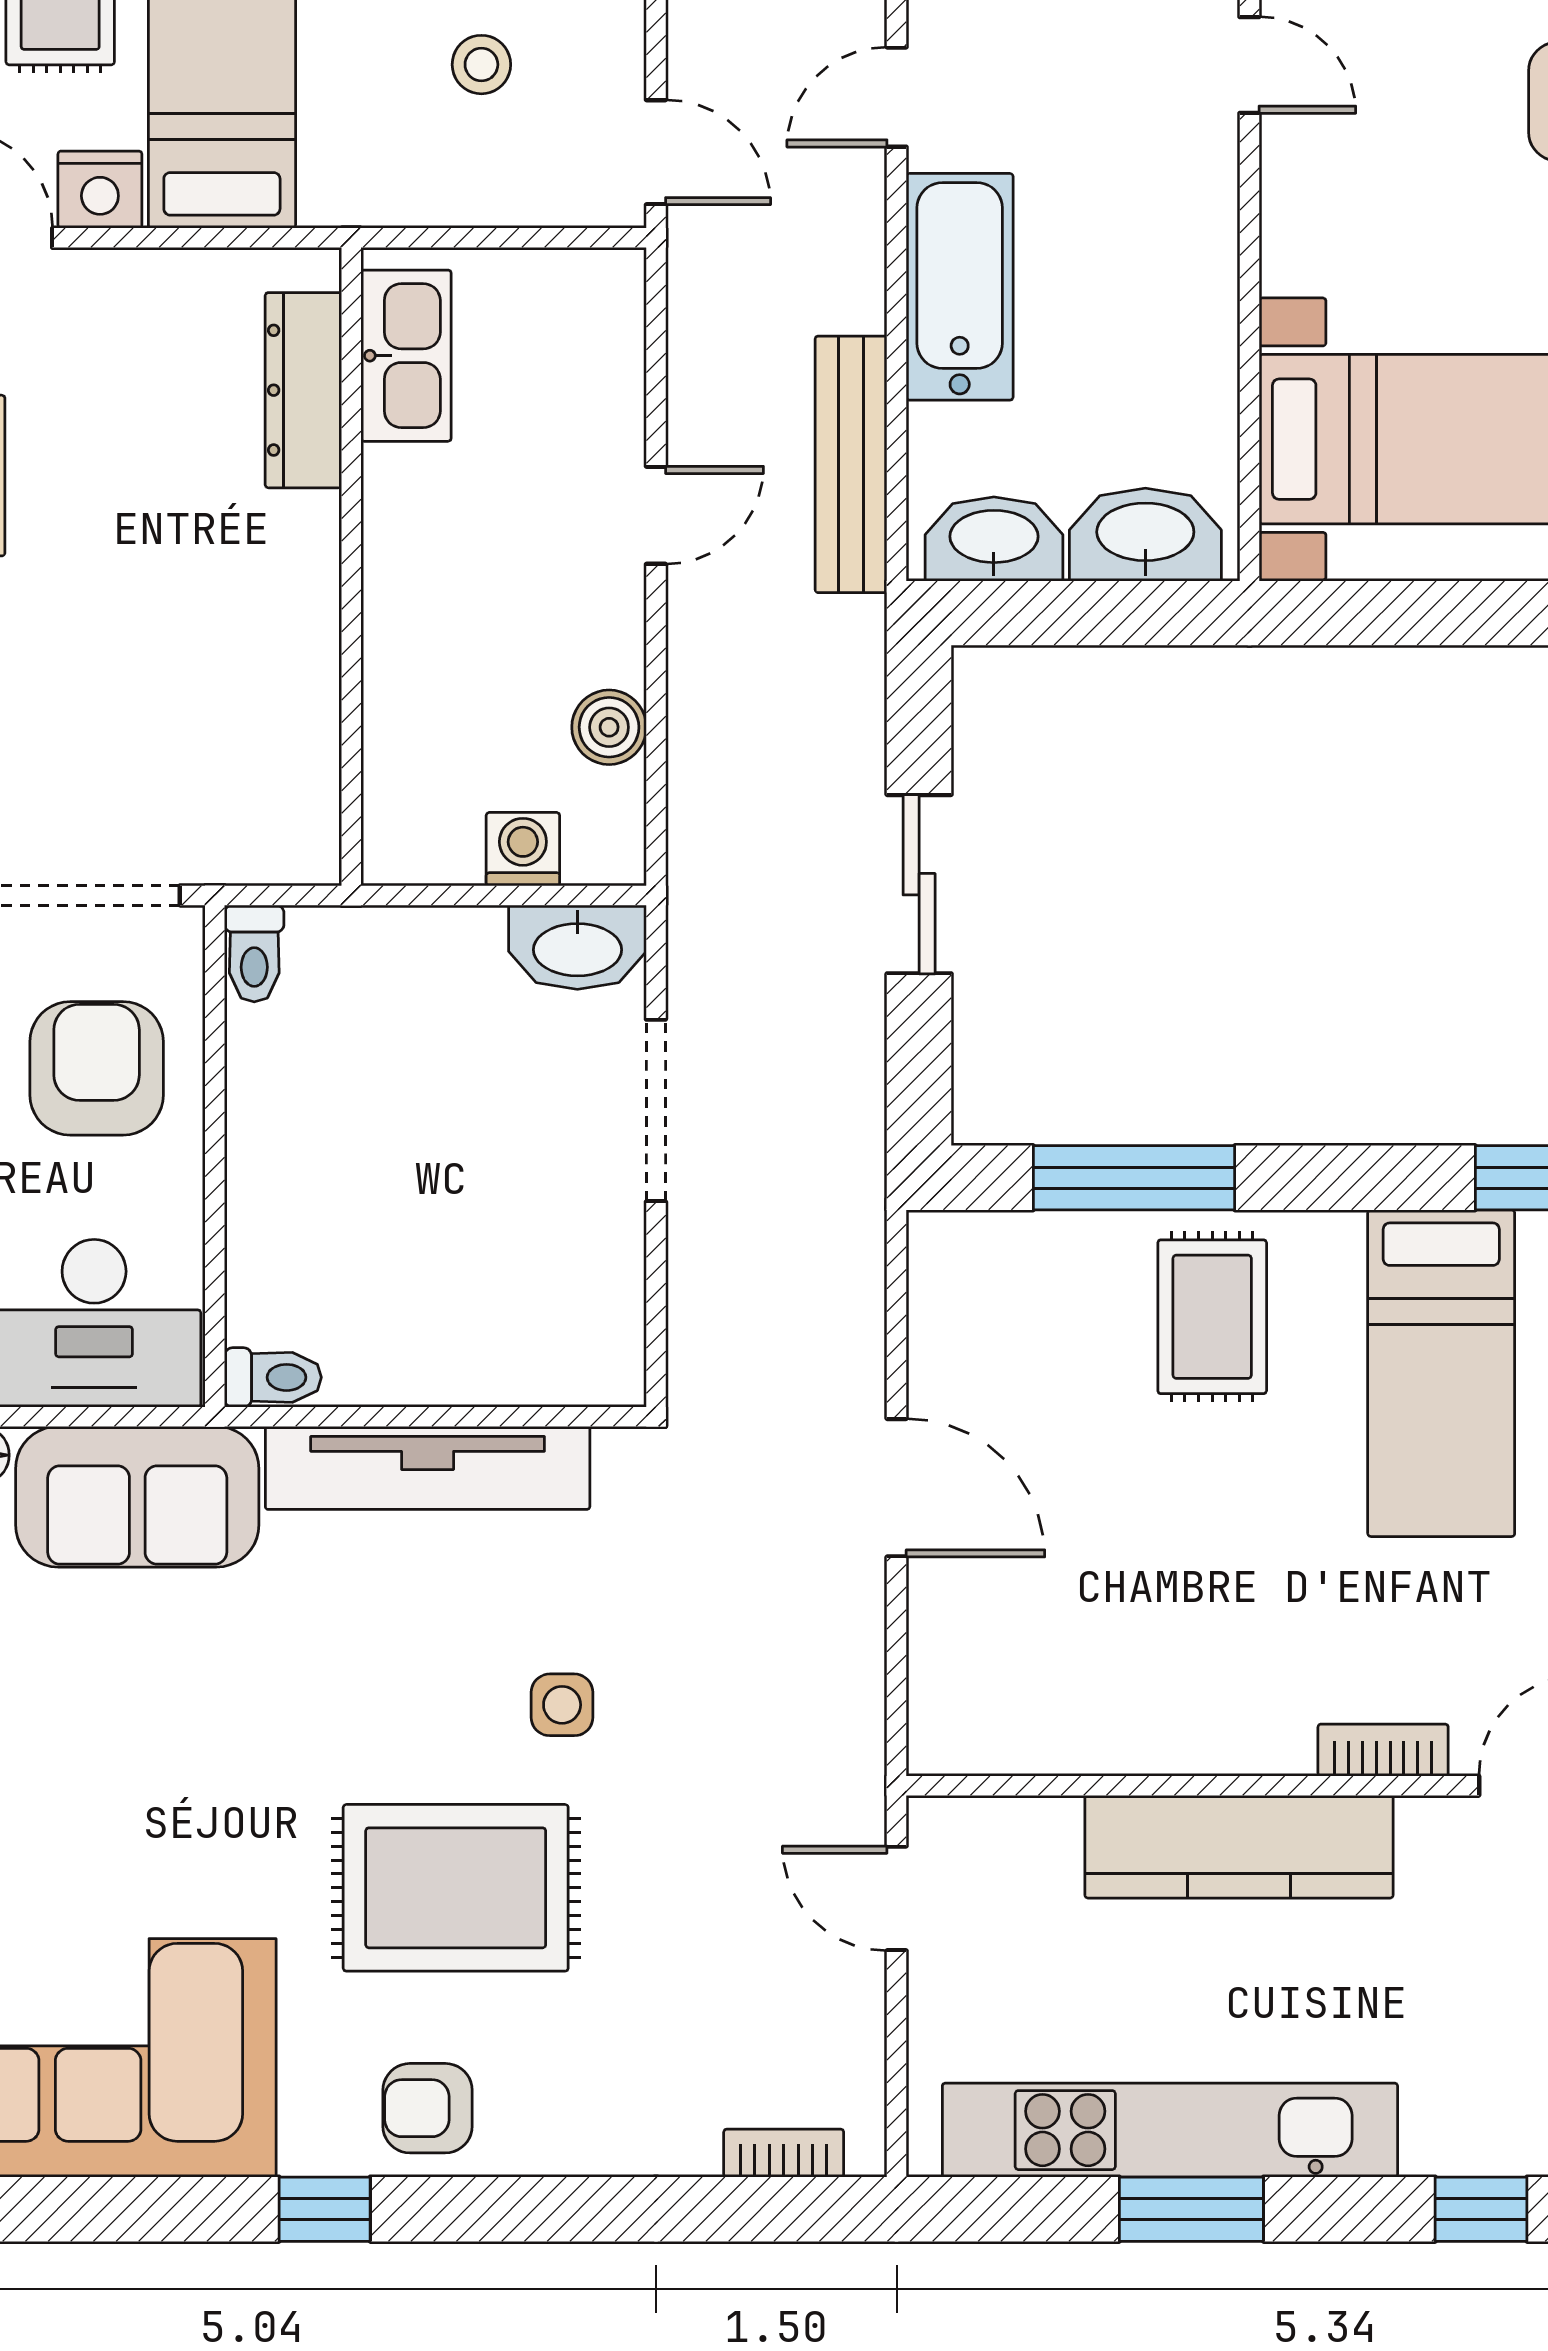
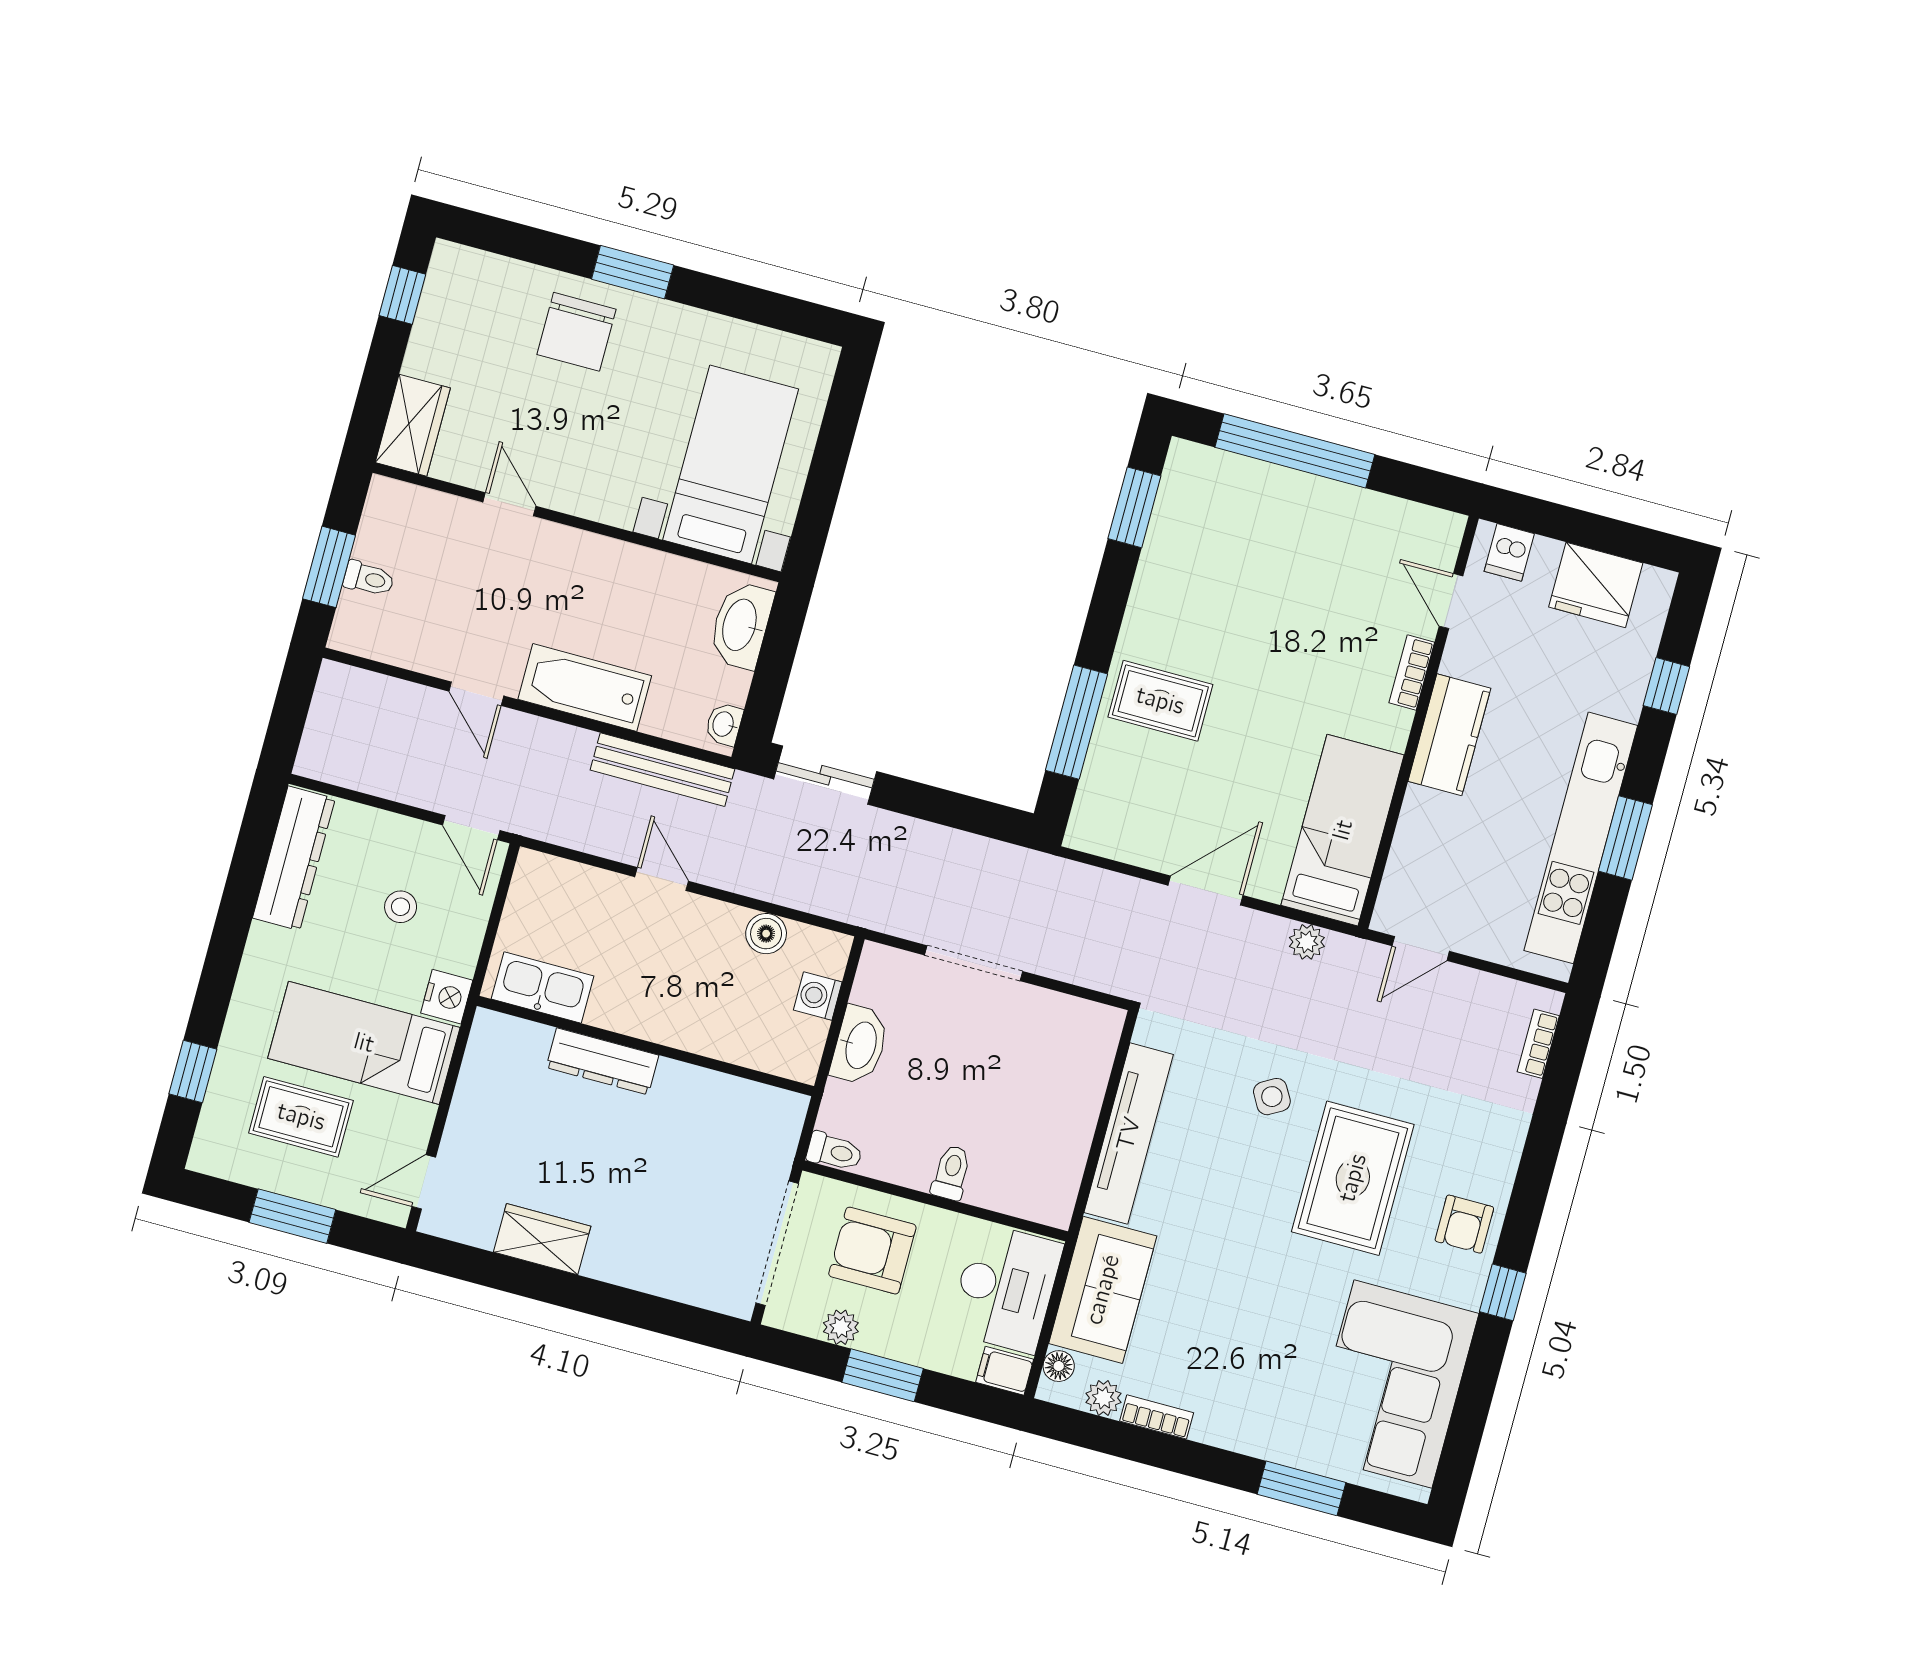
door: (1249, 65) -> (509, 504), hinge flipped
door: (656, 152) -> (471, 828), swing flipped
nightstand: (100, 190) -> (447, 997), moved
dresser: (303, 390) -> (602, 1061), moved
washbasin: (994, 539) -> (724, 724), width x0.52, depth x0.69
sliding door: (919, 884) -> (825, 775), moved
washbasin: (577, 947) -> (860, 1045), moved
bed: (1441, 1373) -> (1343, 830), moved, turned -90
toilet: (273, 1377) -> (951, 1173), moved
plant: (854, 1693) -> (1307, 942), added
side table: (562, 1705) -> (1272, 1097), turned -30
kitchen counter: (1239, 1847) -> (1449, 735), width x0.67

